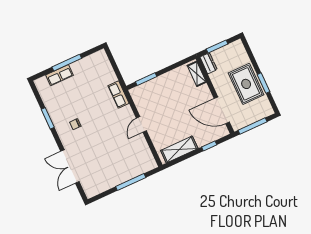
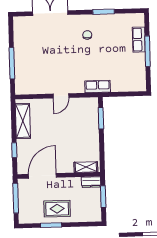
rug: (246, 84) -> (57, 209), width x0.73, depth x0.70
door: (141, 124) -> (61, 96), swing flipped

